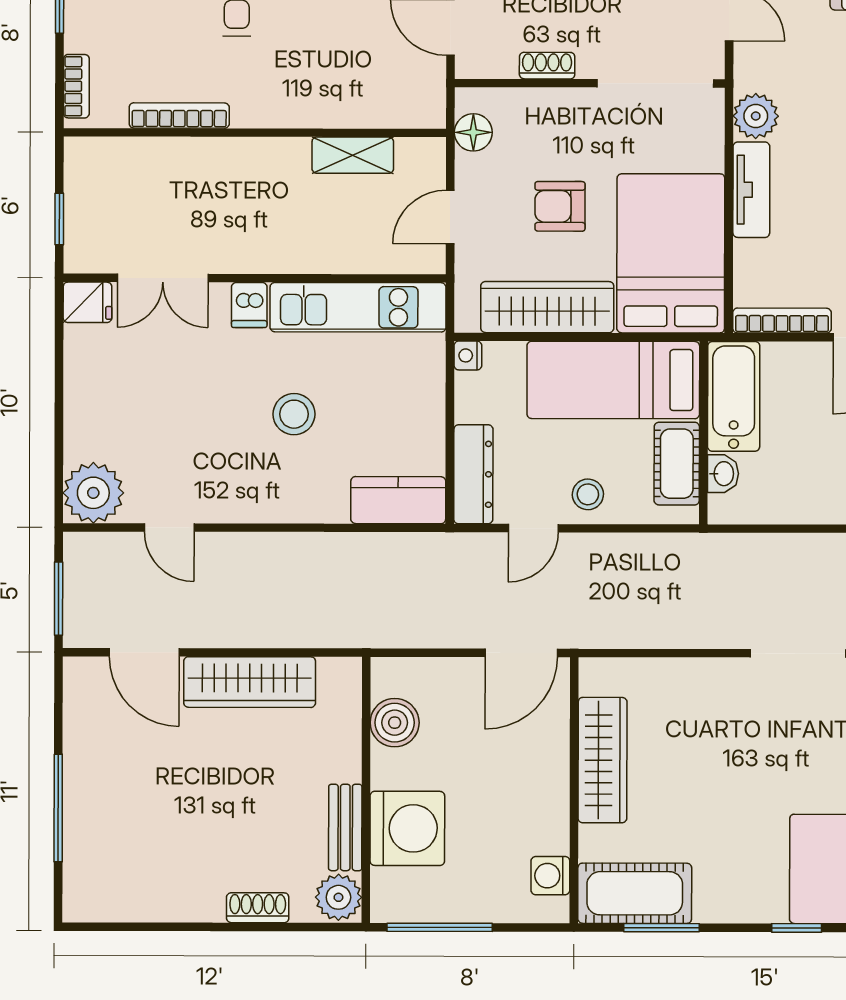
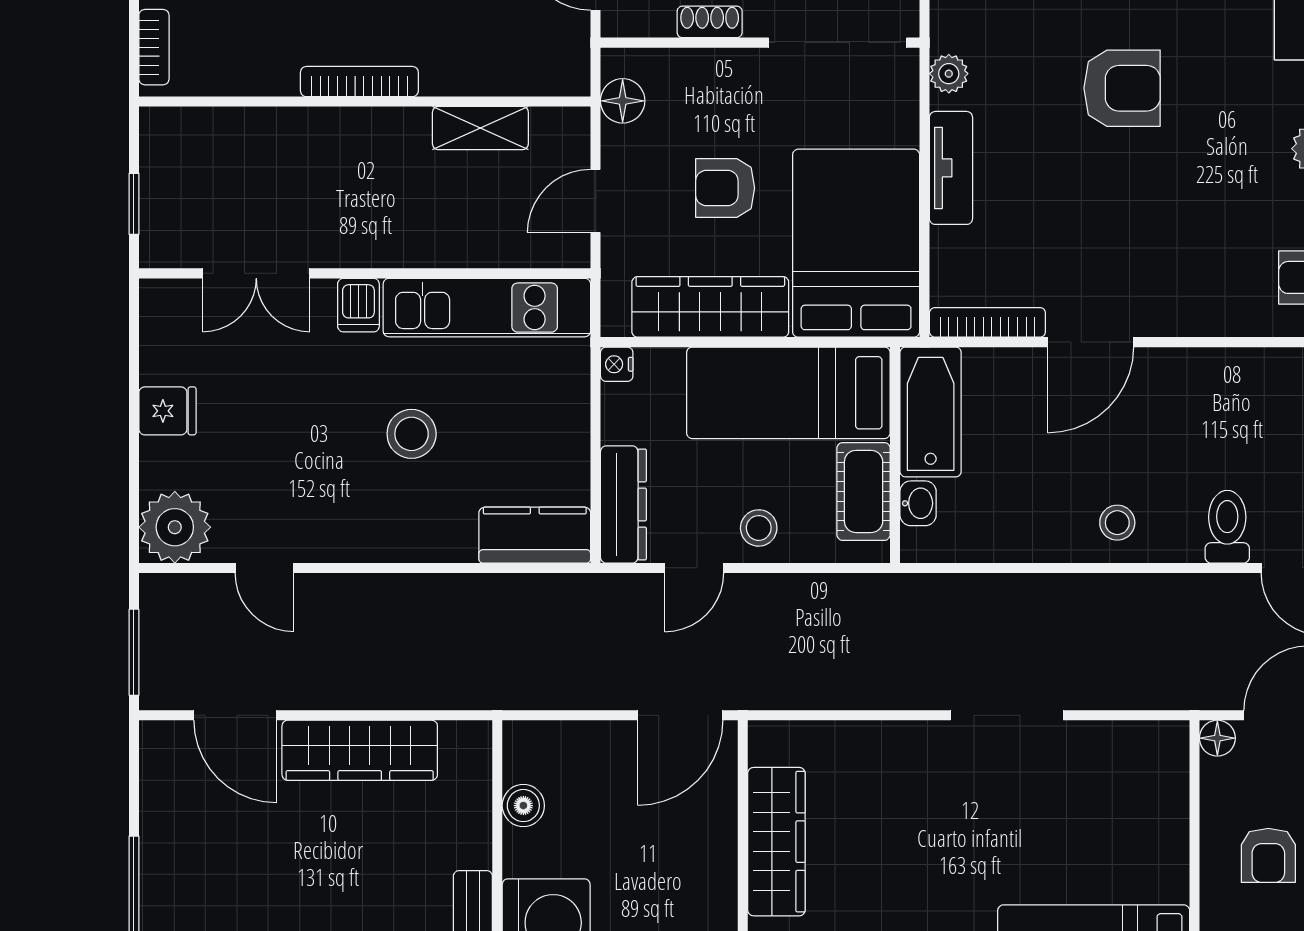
bookcase: (179, 116) -> (359, 82), moved
plant: (756, 116) -> (949, 74), width x0.73, depth x0.73
fridge: (87, 302) -> (167, 411), moved
boiler: (395, 723) -> (523, 806), width x0.73, depth x0.73

